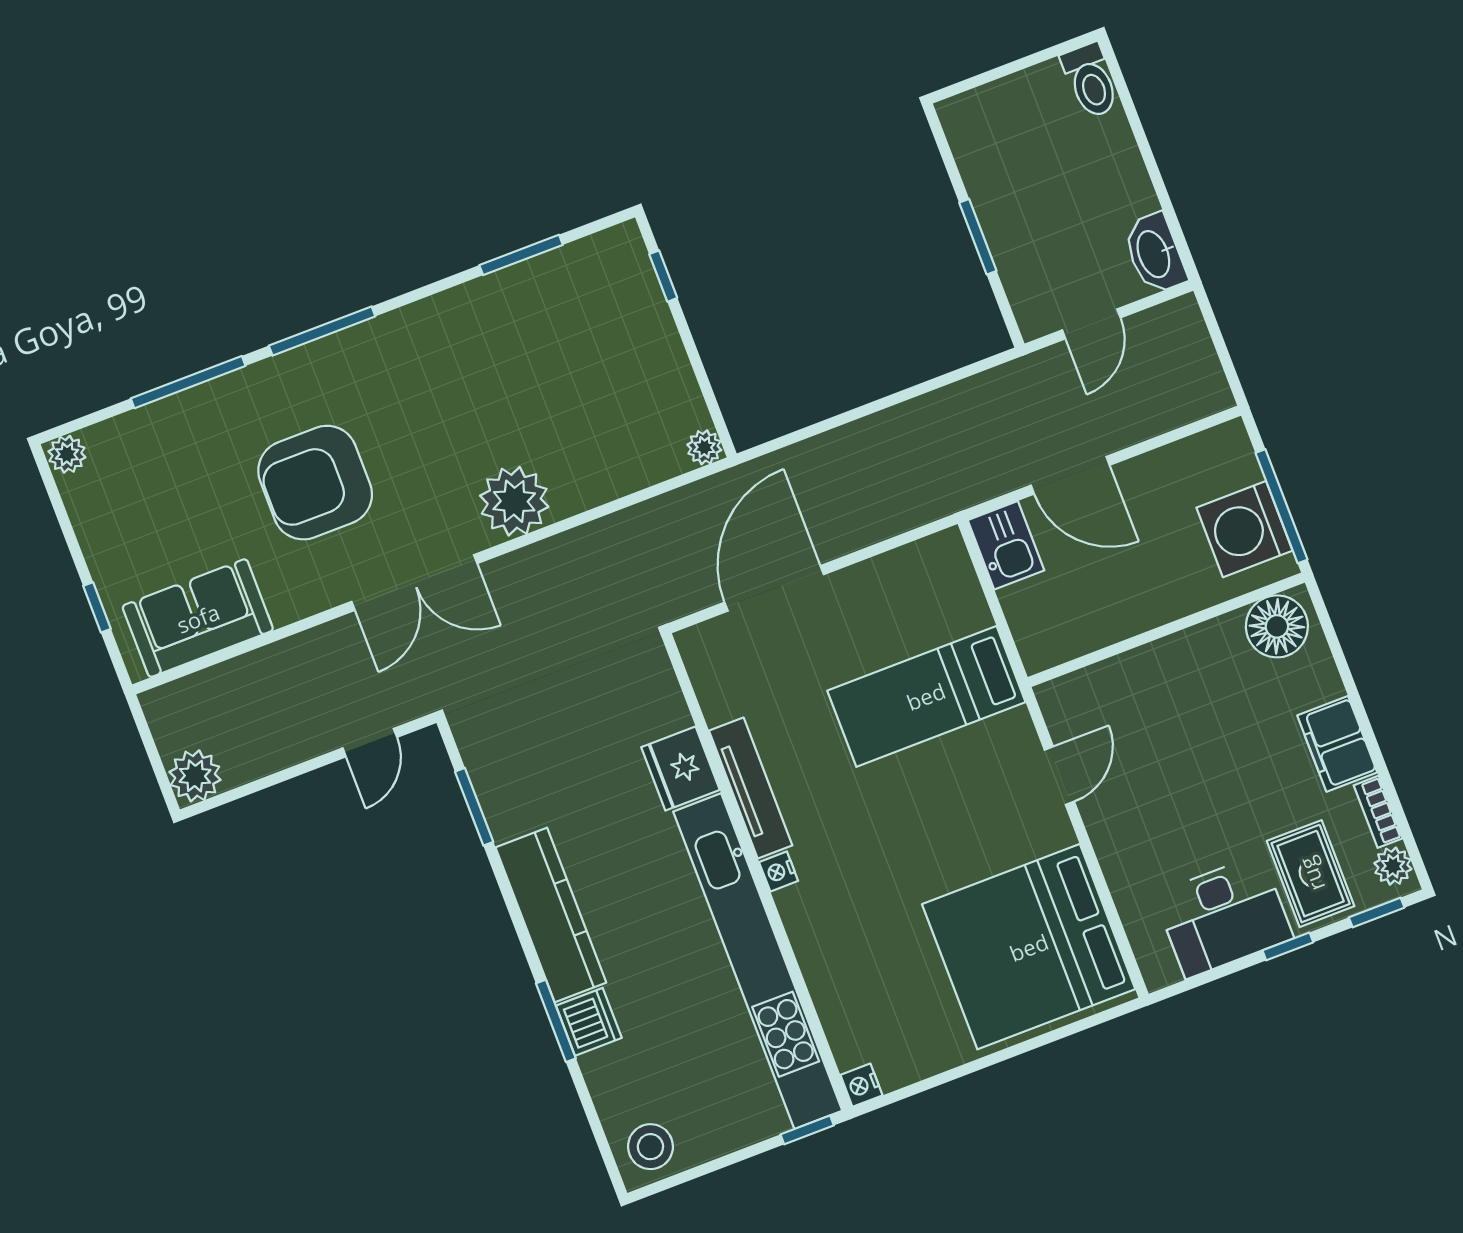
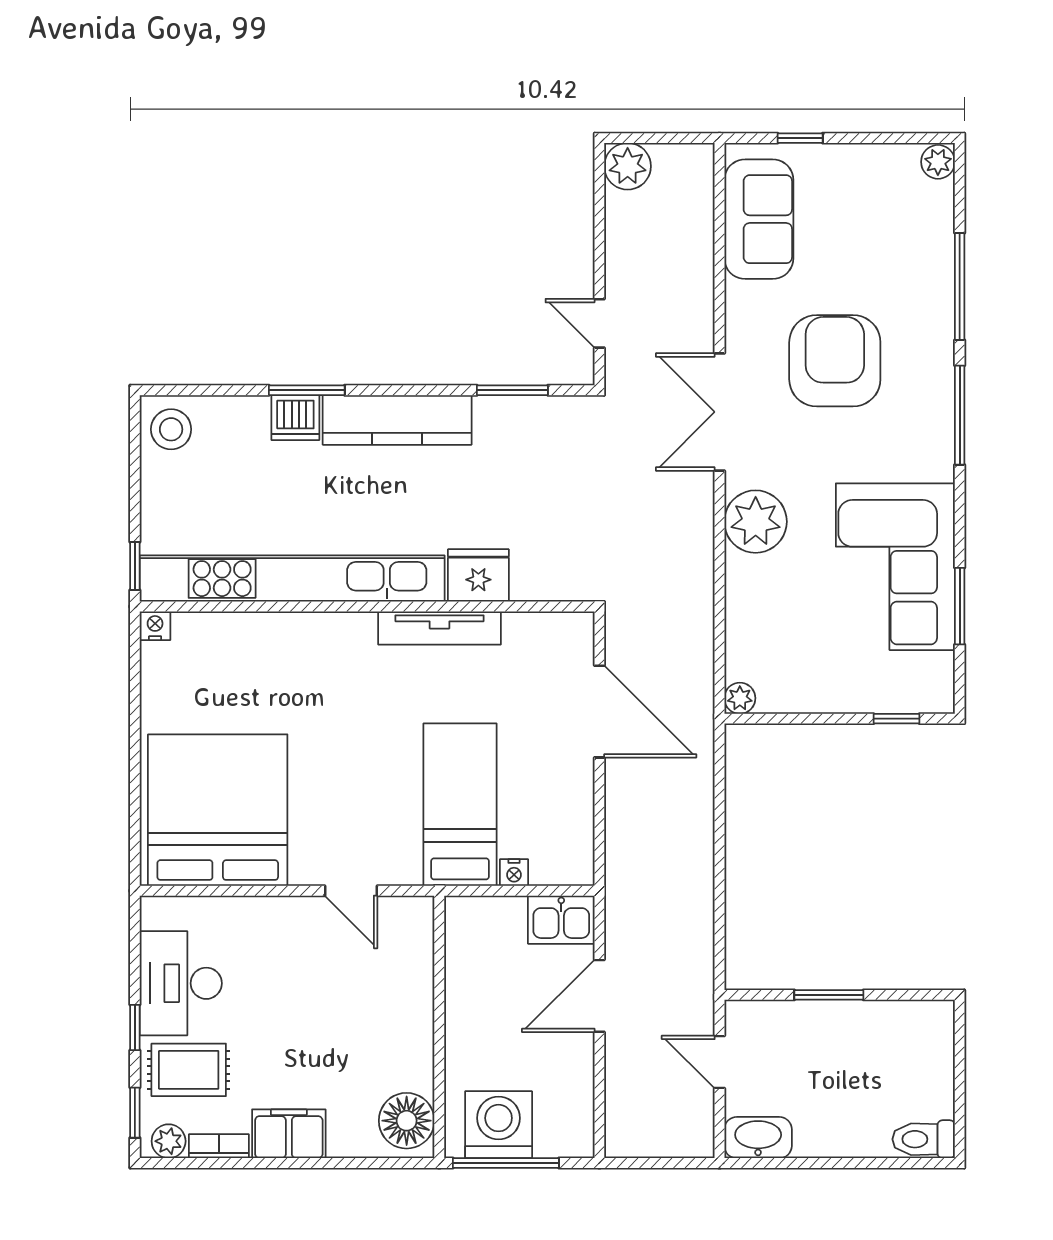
corner sofa: (506, 338) -> (895, 567), added
nightstand: (779, 871) -> (514, 873), moved, turned 180

